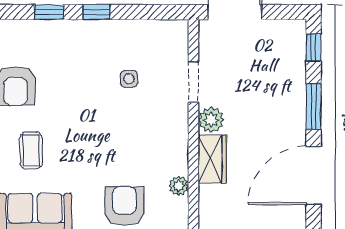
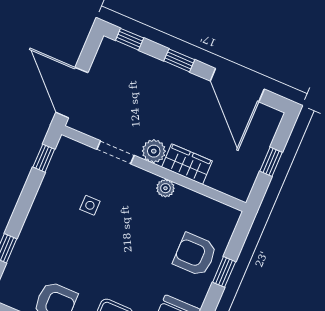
window: (96, 12) -> (44, 158), moved
window: (314, 106) -> (179, 60), width x0.67
plant: (179, 186) -> (165, 188), moved

